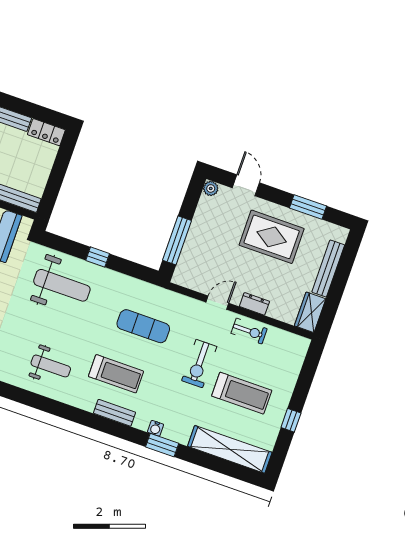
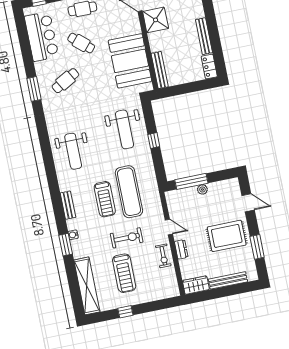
door: (246, 185) -> (248, 203), hinge flipped
plant: (211, 188) -> (202, 189), moved
rug: (272, 237) -> (227, 236), turned 90
exercise mat: (143, 326) -> (129, 192), width x1.36, depth x1.45
exercise bike: (199, 364) -> (127, 238), turned 180
weight bench: (51, 366) -> (73, 151), width x1.36, depth x1.33
treadmill: (116, 374) -> (105, 199), moved

